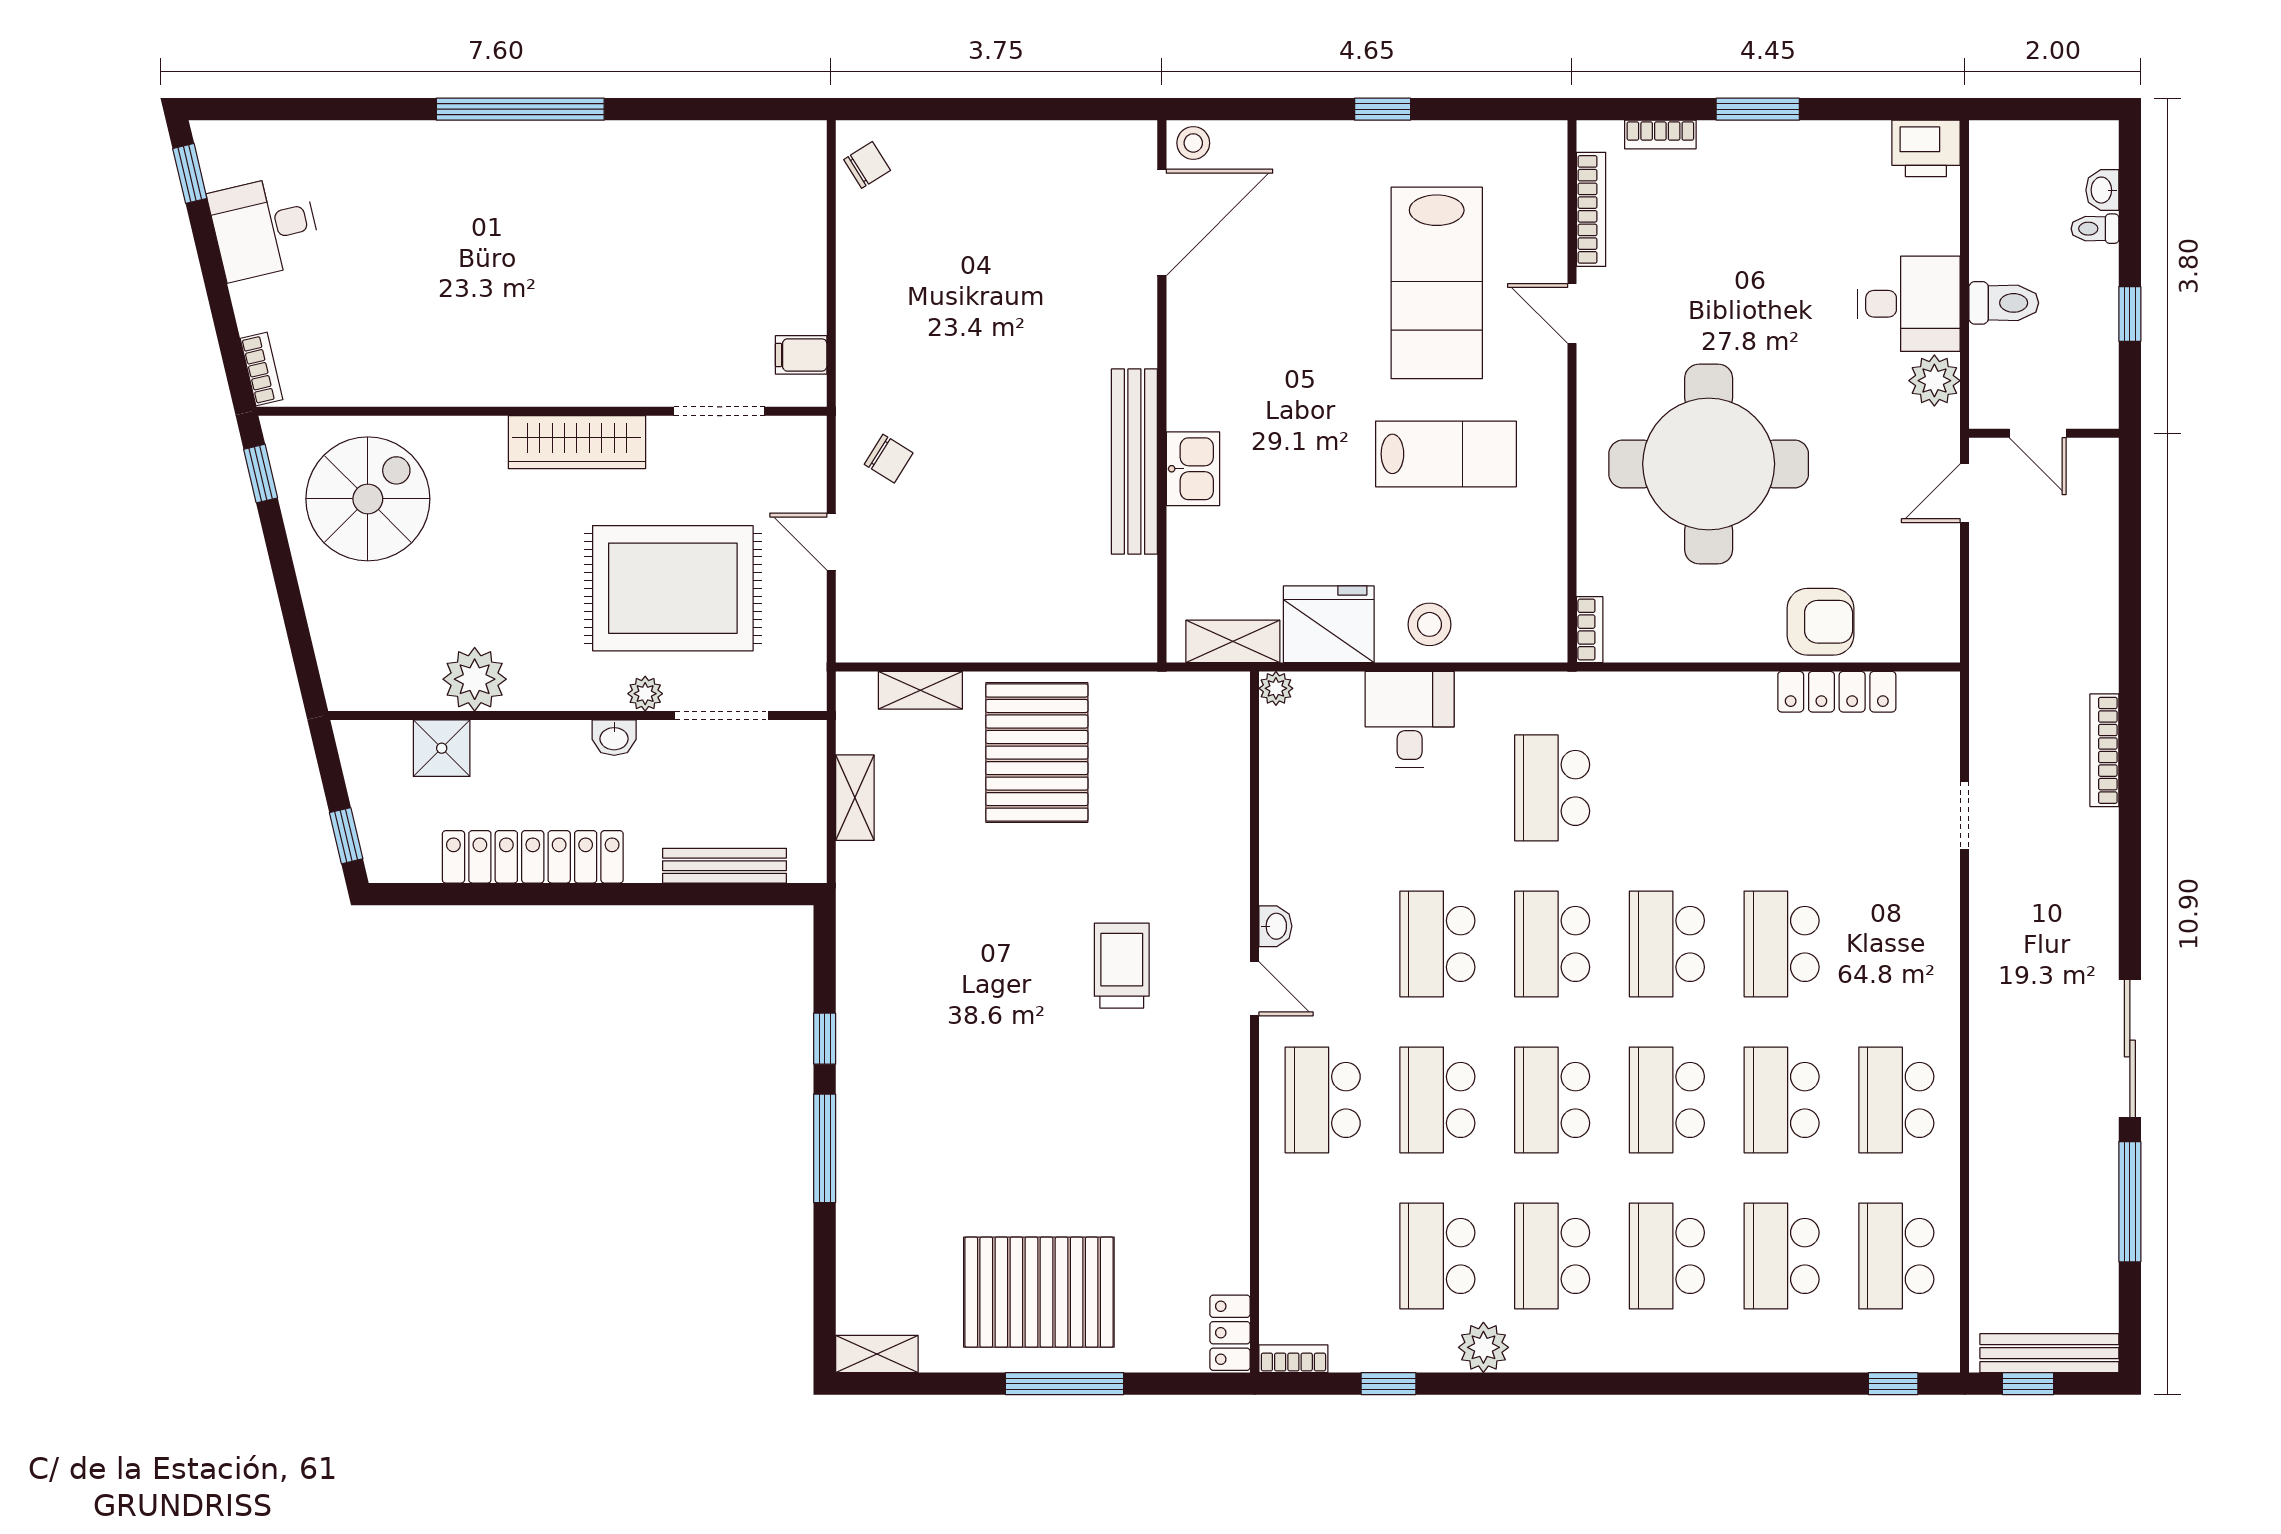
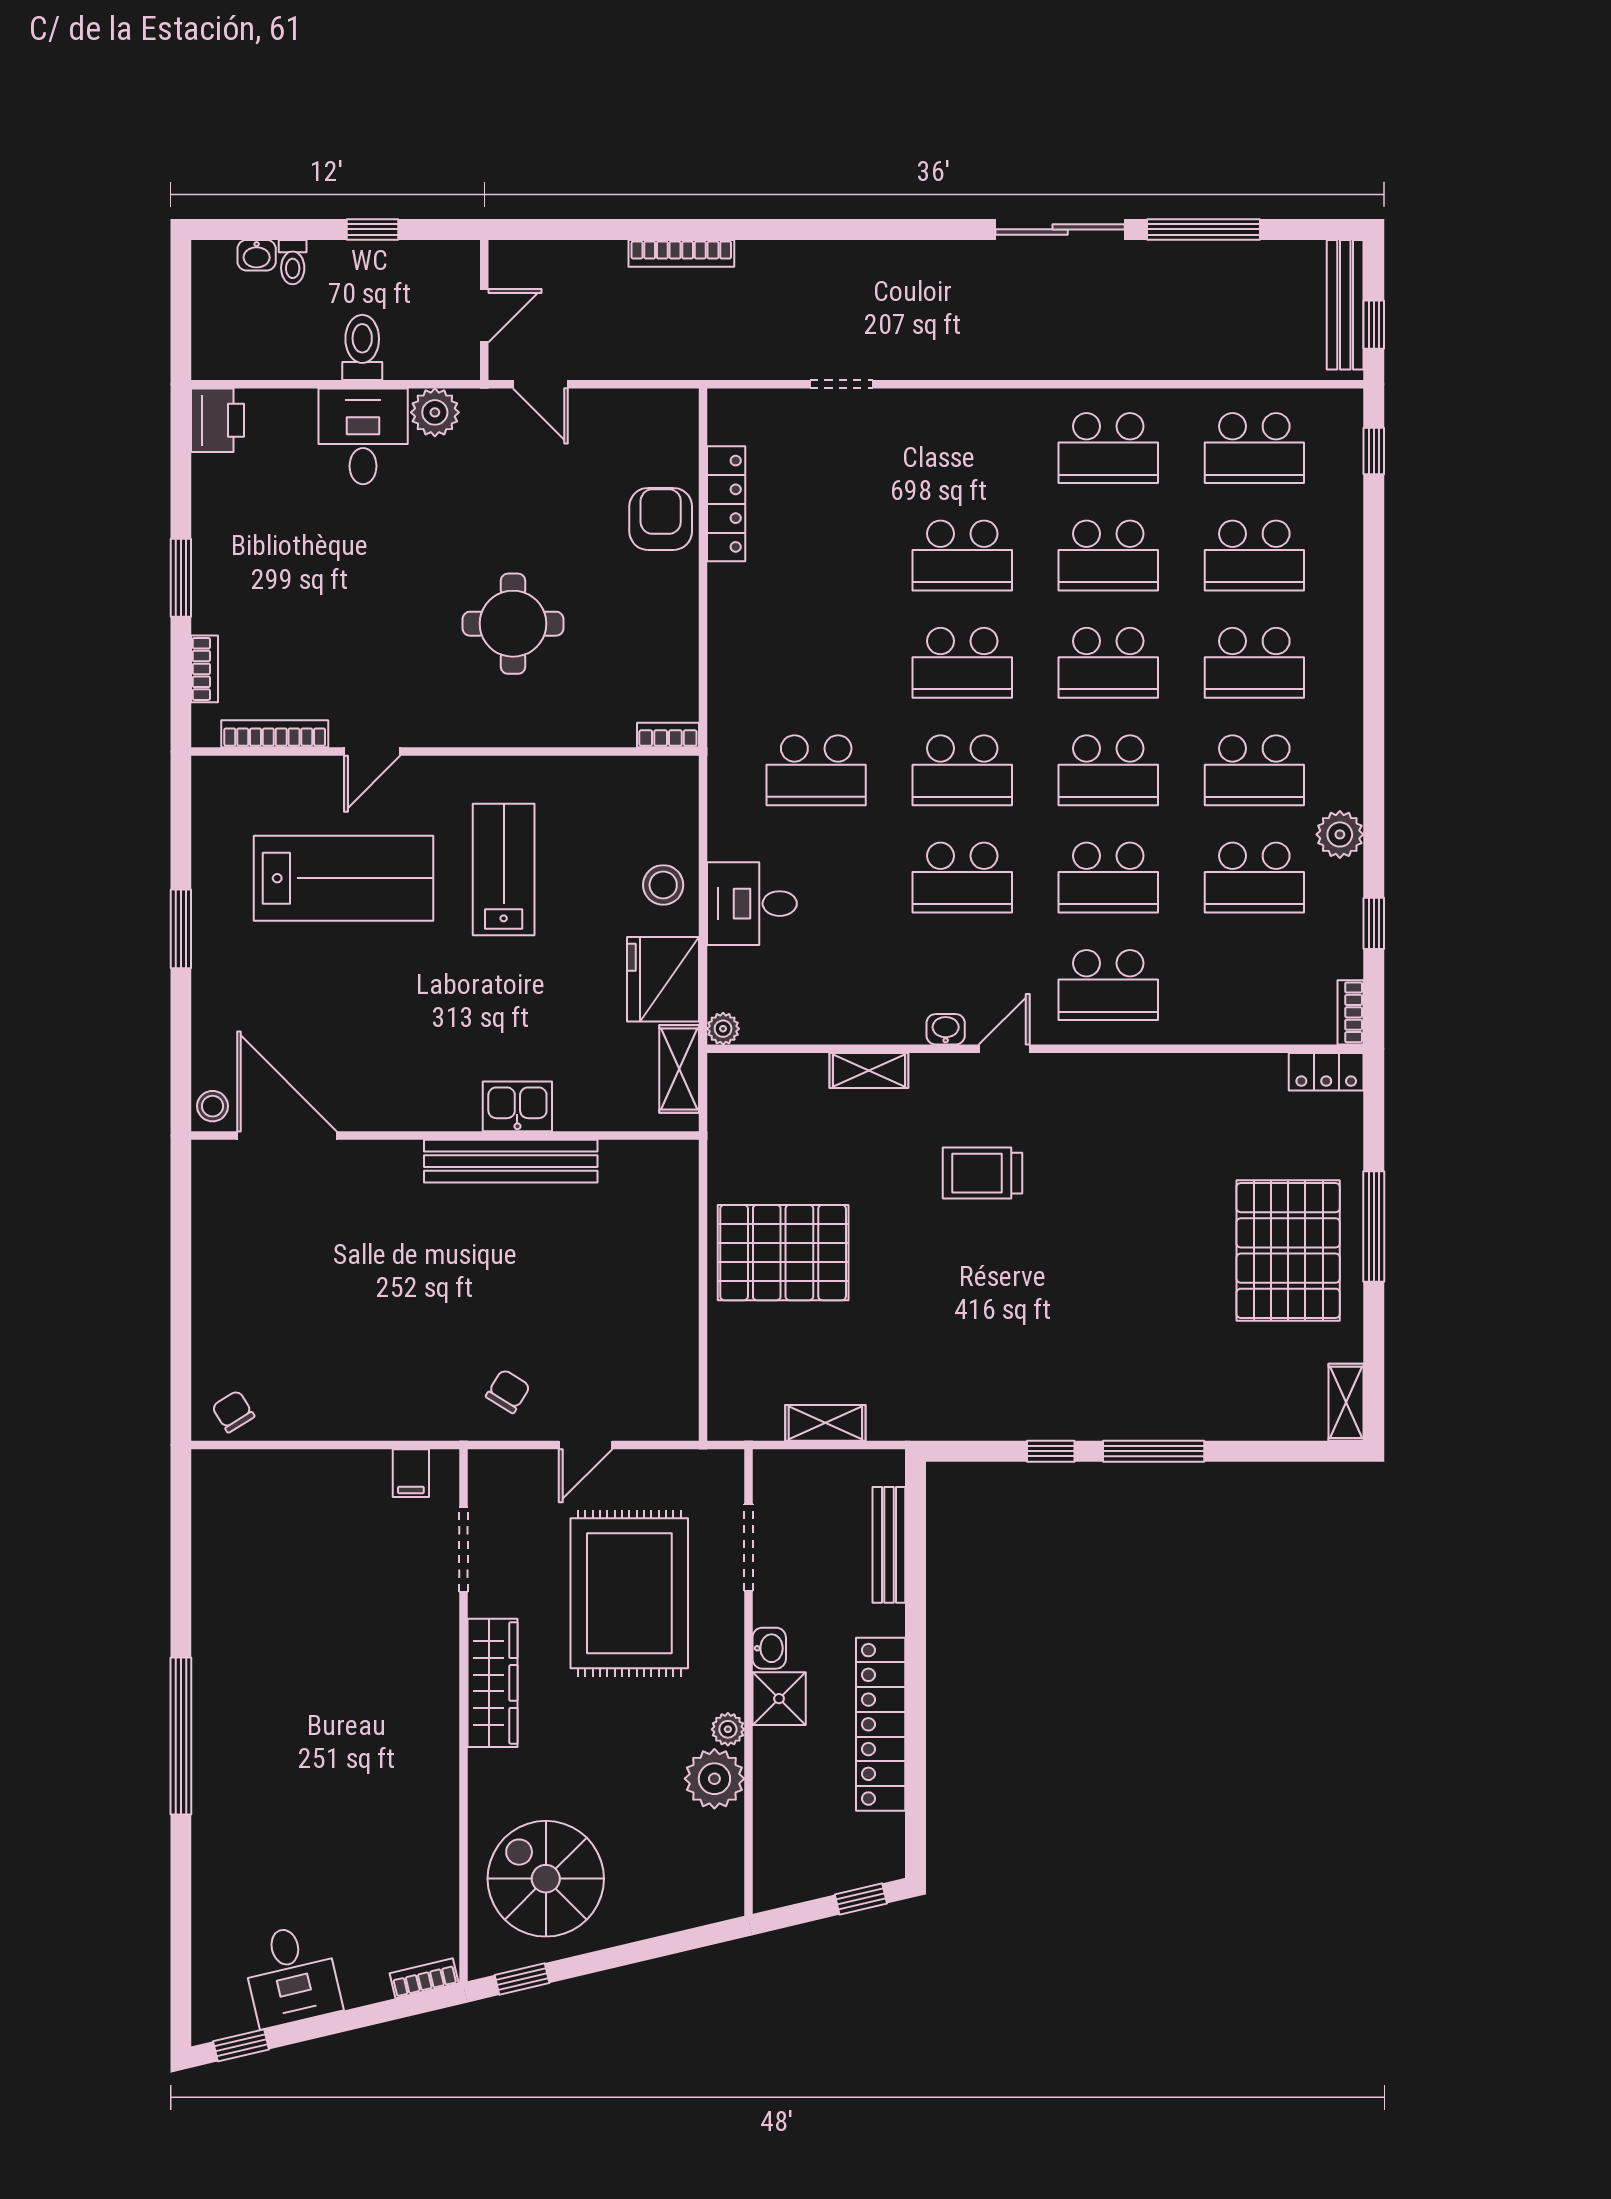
window: (1383, 109) -> (181, 929), width x1.50
round table: (1709, 464) -> (513, 624), width x0.54, depth x0.54
shelving: (920, 690) -> (869, 1071), moved, turned 90
plant: (645, 694) -> (728, 1729), moved
shower: (442, 748) -> (779, 1699), moved
bookcase: (2104, 750) -> (681, 253), moved

